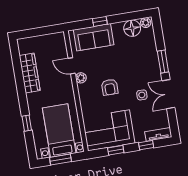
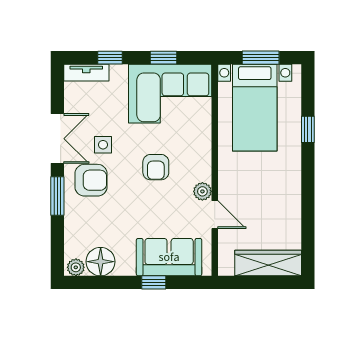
wardrobe: (30, 73) -> (268, 263), moved, turned 90
armchair: (145, 74) -> (91, 180), added
armchair: (110, 87) -> (156, 167), turned 180

